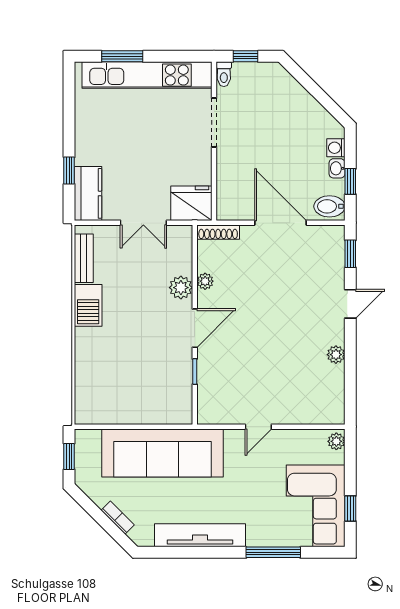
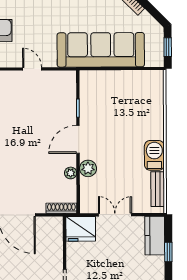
door: (258, 427) -> (32, 69), hinge flipped

